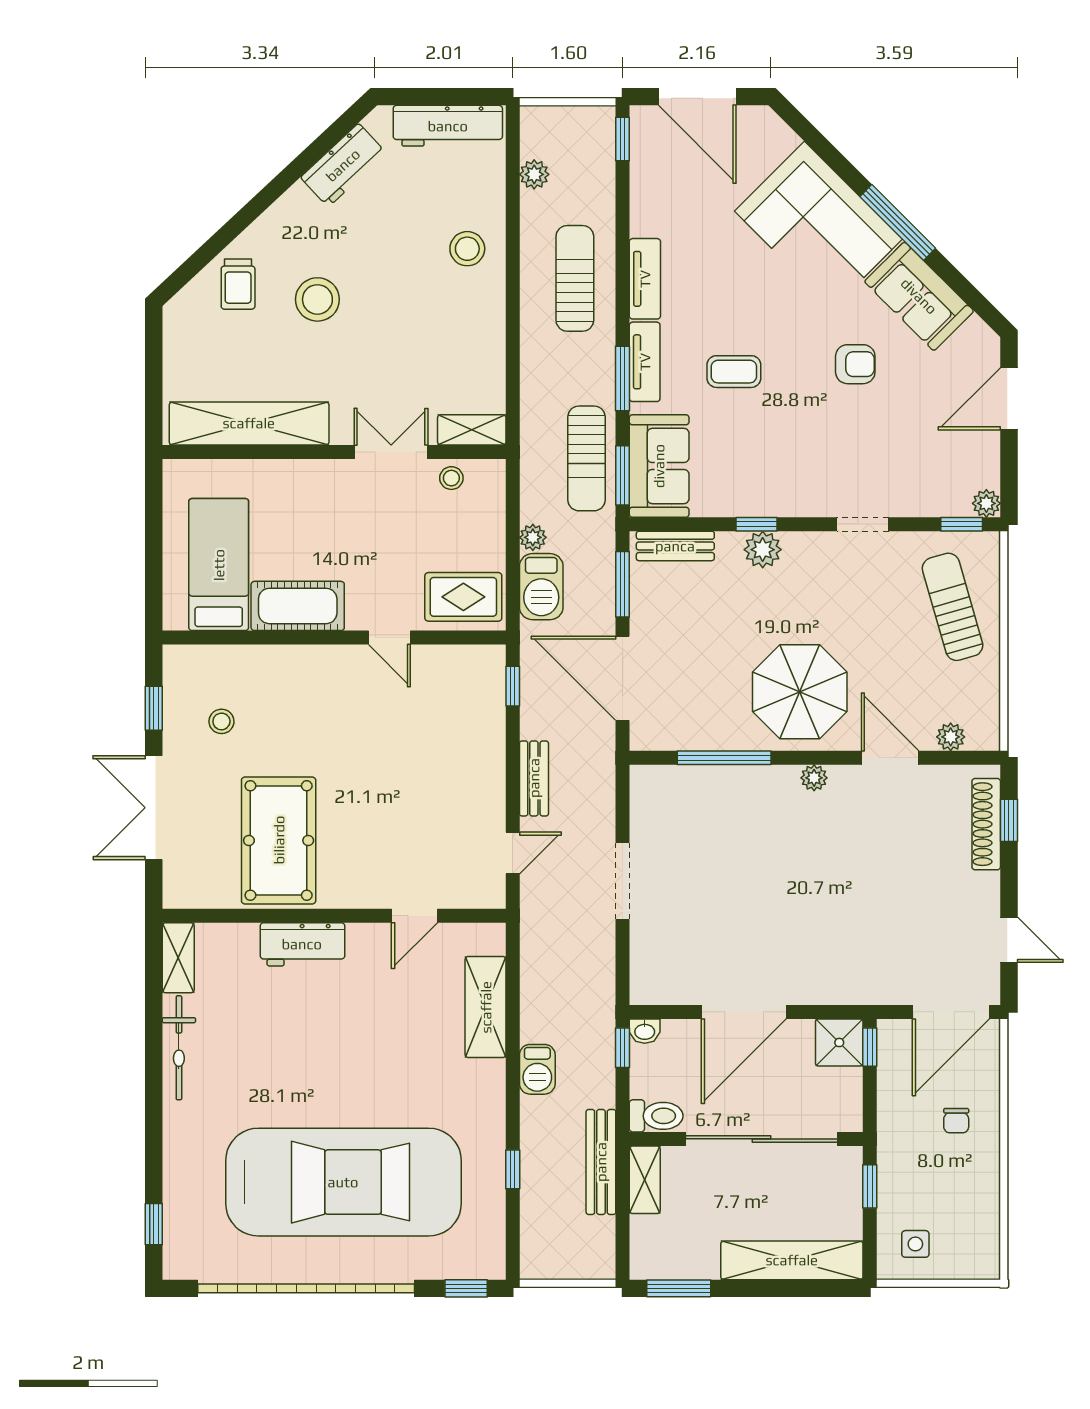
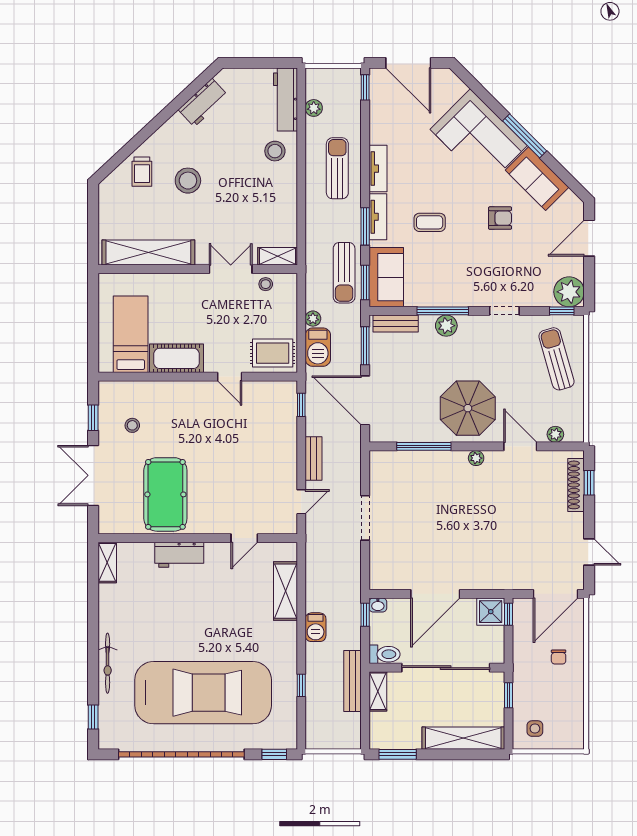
workbench: (448, 126) -> (285, 99), moved, turned 90
plant: (986, 503) -> (569, 292), width x1.87, depth x1.87
window: (756, 524) -> (443, 311), width x2.17
bicycle: (179, 1048) -> (108, 663), moved

